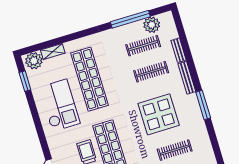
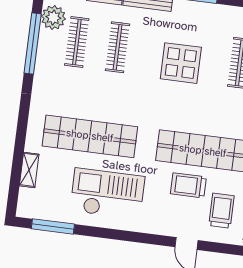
plant: (34, 61) -> (30, 202), removed
window: (25, 81) -> (53, 226), width x1.44
display table: (159, 114) -> (181, 63), width x0.73, depth x0.73

